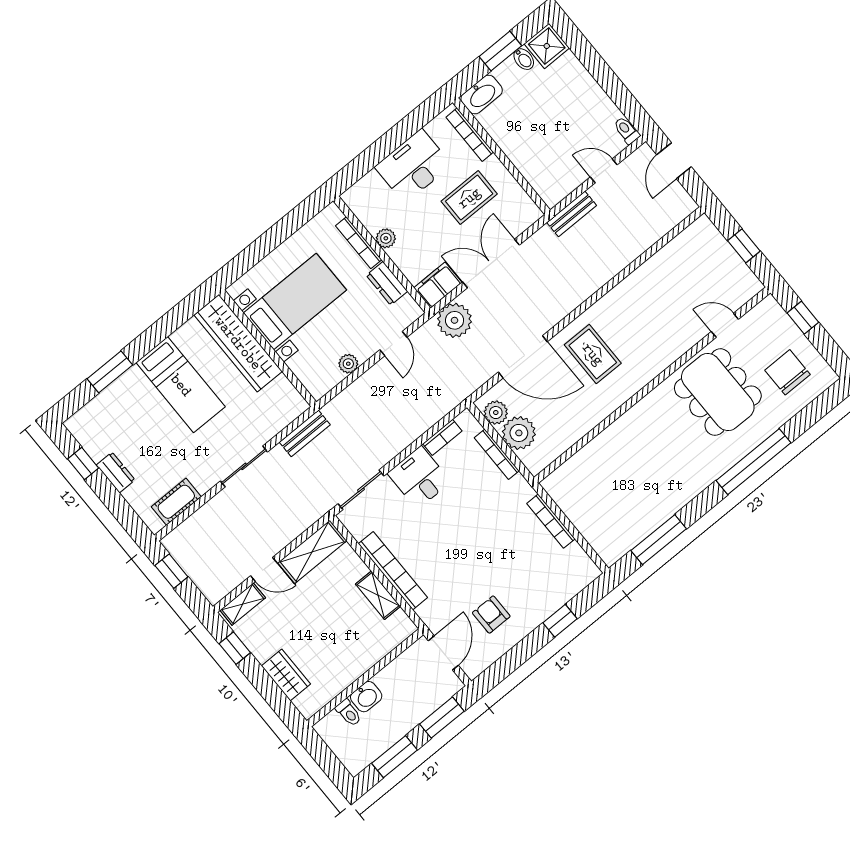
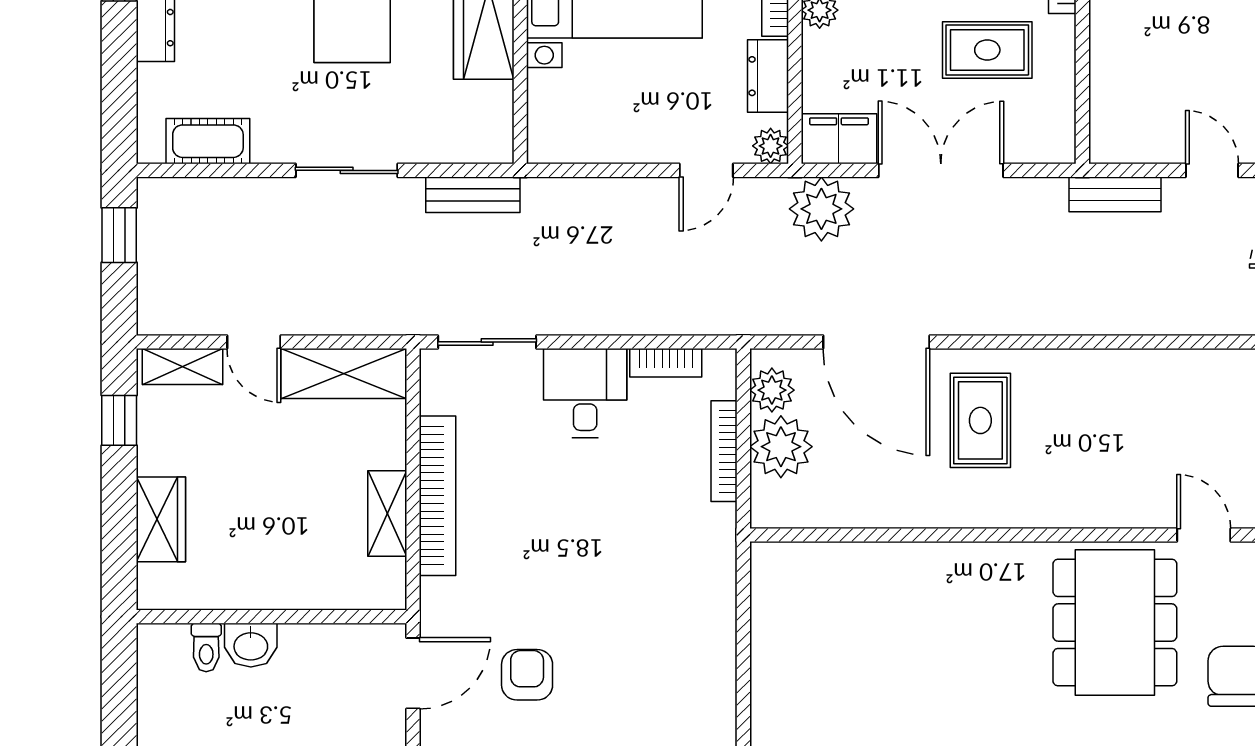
plant: (348, 364) -> (771, 146), moved
bookcase: (551, 521) -> (723, 611), removed

